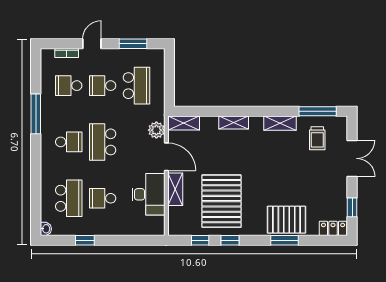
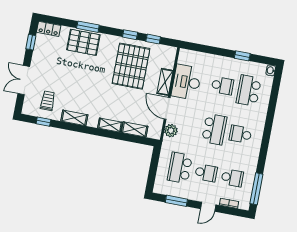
window: (318, 111) -> (43, 122), width x0.46
window: (36, 114) -> (256, 189), moved
shelving: (184, 123) -> (135, 129), moved

